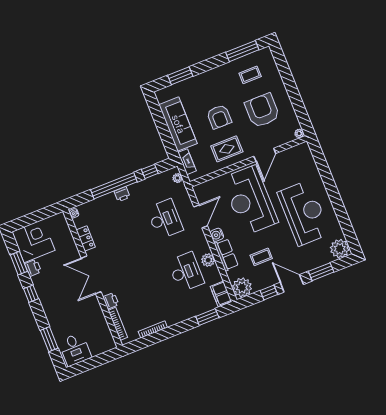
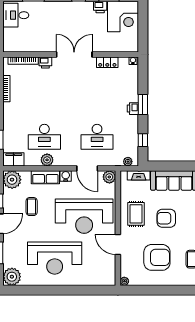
window: (114, 186) -> (143, 104), width x0.47
plant: (200, 191) -> (109, 177), added
reception desk: (250, 200) -> (84, 216), turned 180

